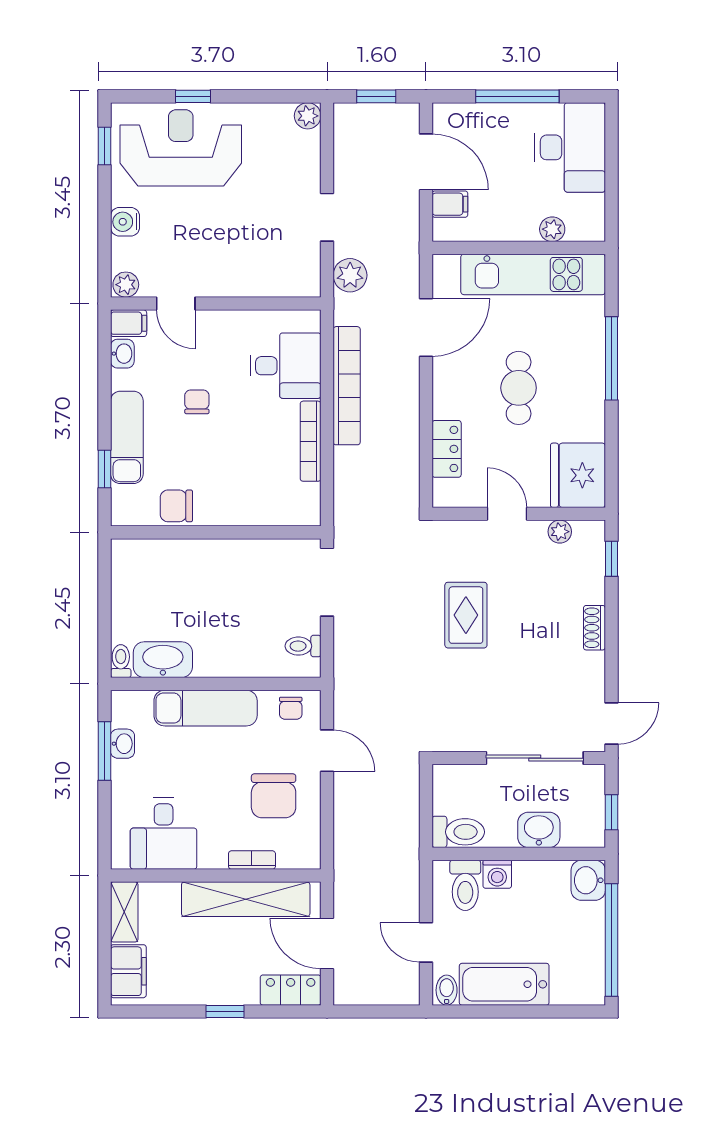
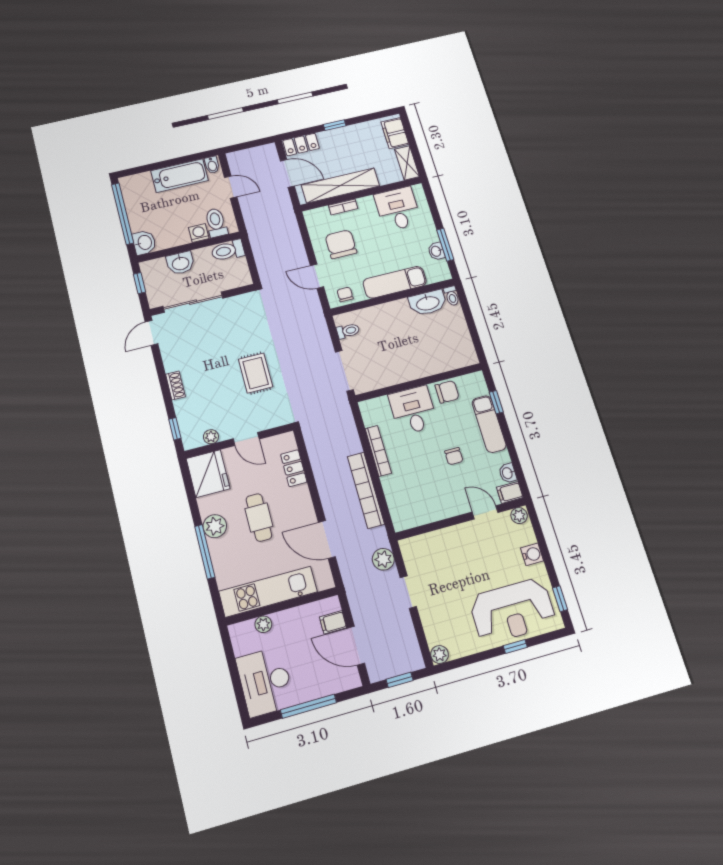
door: (426, 327) -> (327, 539), hinge flipped
desk: (285, 366) -> (413, 410), moved, turned 90
plant: (587, 393) -> (215, 526), added

